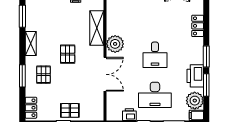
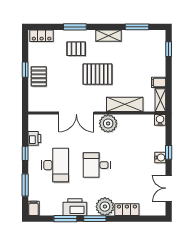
pallet: (68, 54) -> (97, 74), width x1.50, depth x1.42
desk: (155, 95) -> (55, 165), turned 180
plant: (195, 101) -> (105, 207), moved

